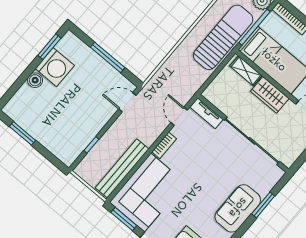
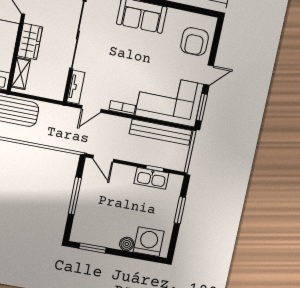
washing machine: (55, 67) -> (149, 242), moved
window: (23, 133) -> (180, 210), moved
kitchen sink: (84, 137) -> (151, 178), added

